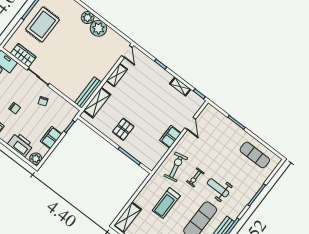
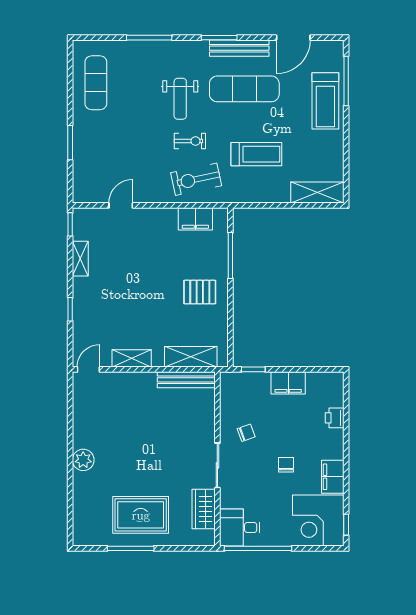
plant: (98, 28) -> (86, 434), removed
filing cabinet: (170, 137) -> (195, 219), moved
printer: (20, 145) -> (335, 418), width x0.53, depth x0.68
plant: (36, 159) -> (334, 382), removed

